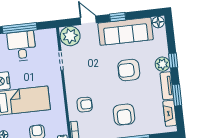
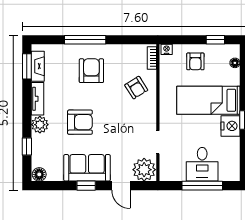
sofa: (126, 31) -> (87, 168), width x0.73
window: (173, 61) -> (27, 147), moved
window: (177, 95) -> (27, 66), moved
armchair: (85, 105) -> (136, 88), turned -122

